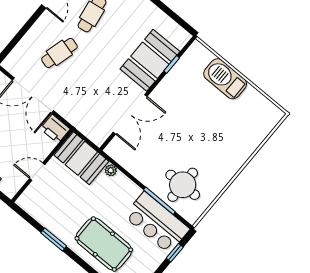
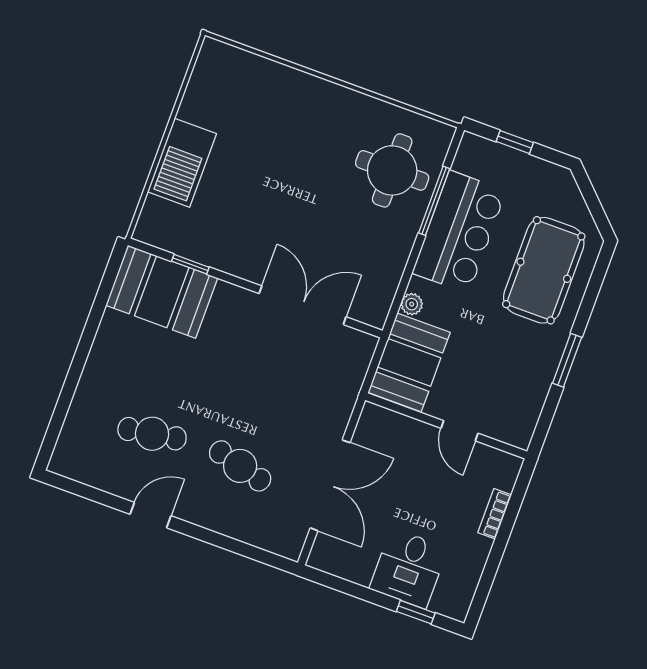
booth: (150, 60) -> (162, 292), moved
printer: (55, 129) -> (374, 426), removed
bar counter: (157, 223) -> (459, 232), moved

